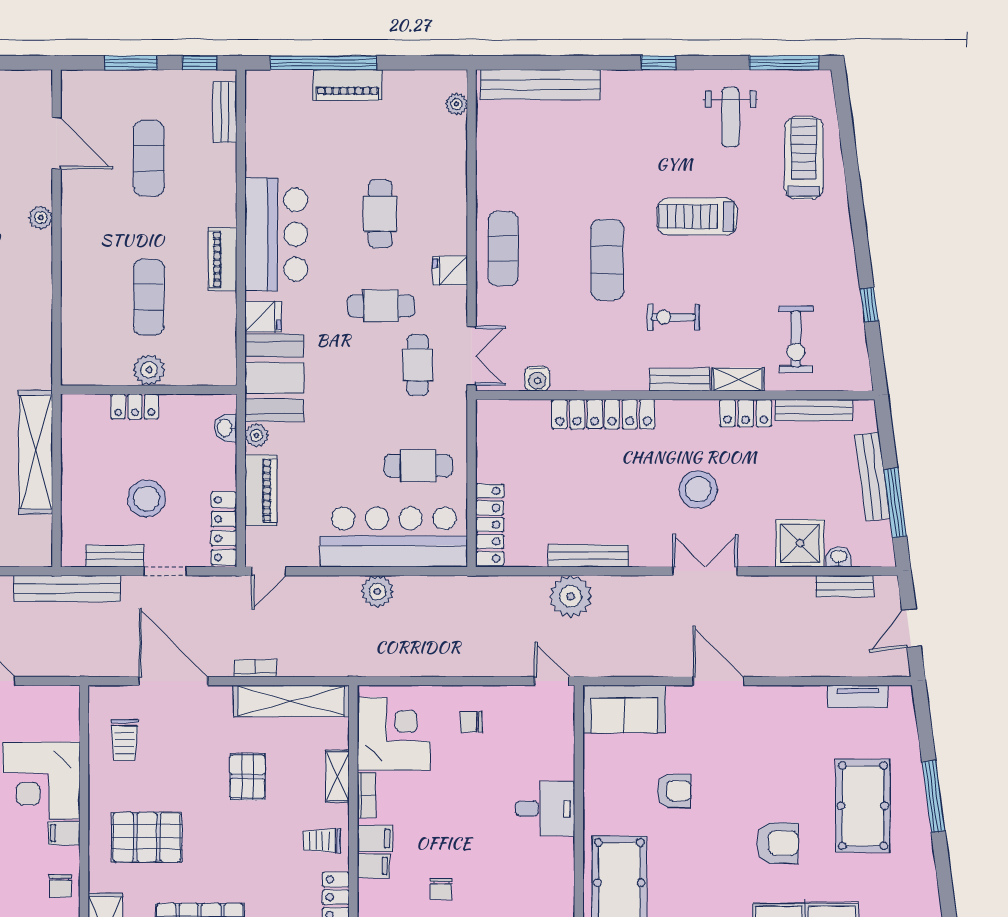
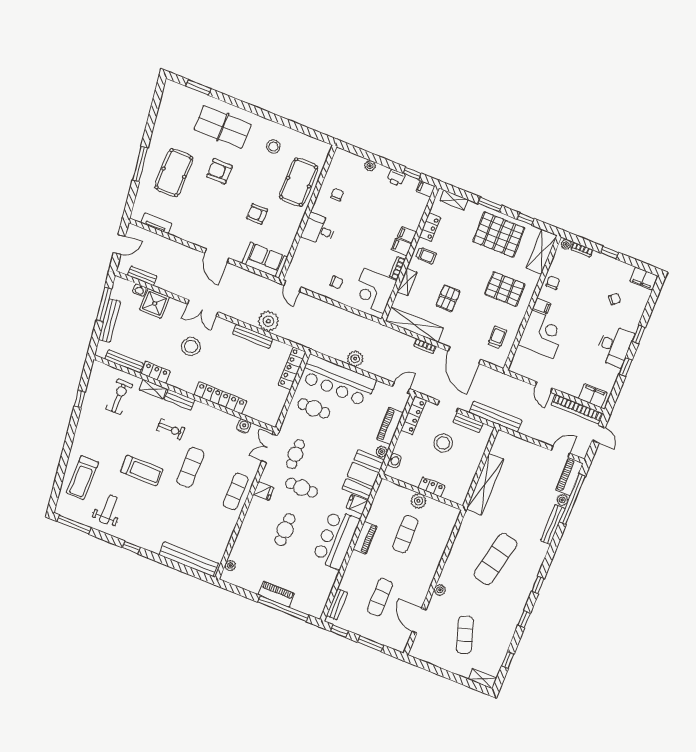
chair: (441, 889) -> (337, 195), moved

